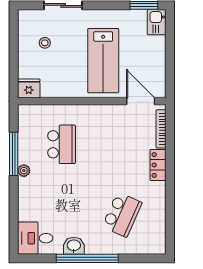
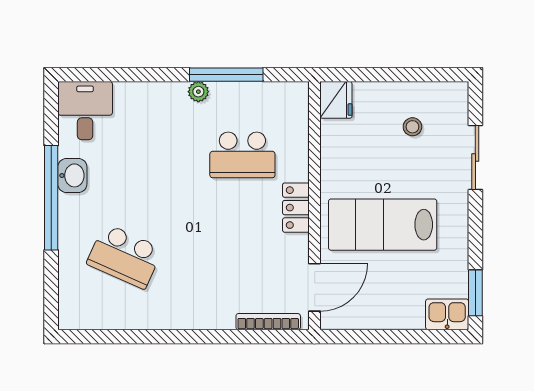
locker: (158, 165) -> (296, 208), moved, turned -90

